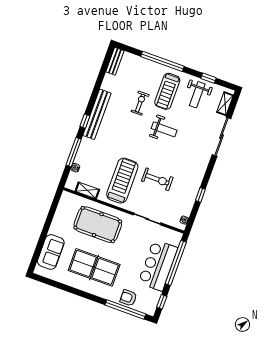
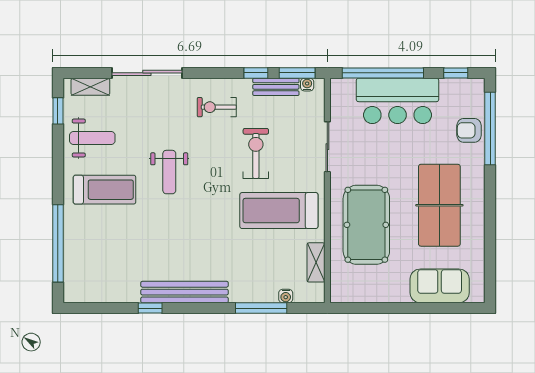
bench: (115, 61) -> (276, 87), moved
window: (162, 61) -> (58, 243), moved
window: (209, 78) -> (58, 111), moved
exercise bike: (140, 103) -> (217, 107), moved
window: (85, 121) -> (150, 308), moved
weight bench: (164, 129) -> (169, 172), turned 180
window: (192, 217) -> (297, 73), added
armchair: (128, 298) -> (469, 130), turned 90

